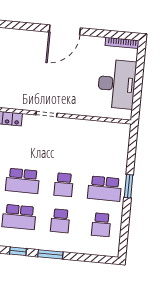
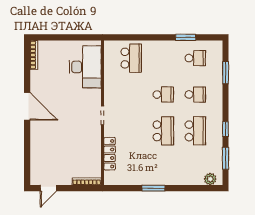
desk: (117, 84) -> (85, 67), moved, turned 90
window: (129, 186) -> (186, 37), moved
school desk: (105, 189) -> (131, 58), moved
window: (50, 254) -> (226, 73), moved

